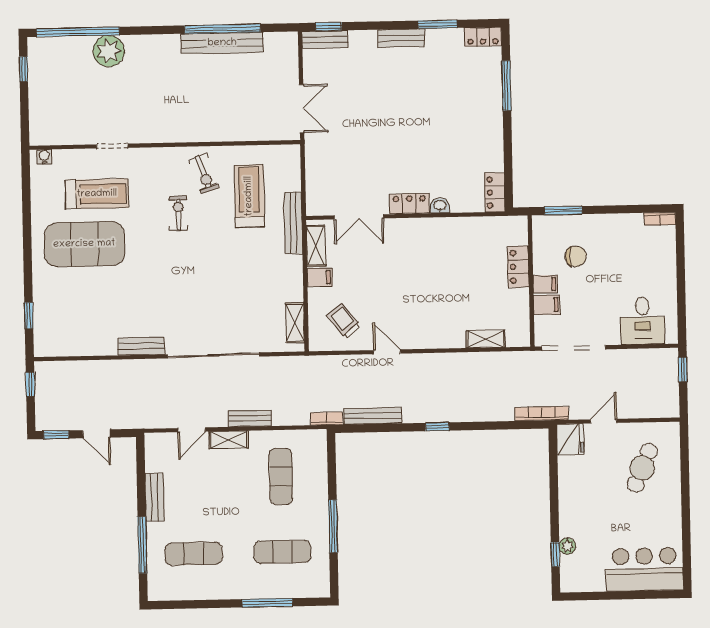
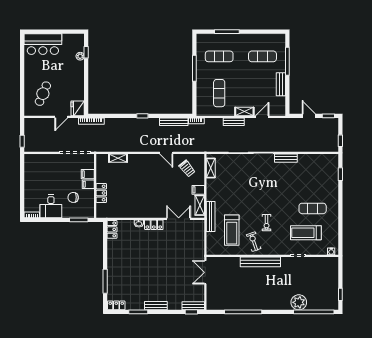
bench: (222, 43) -> (260, 262), moved
exercise mat: (84, 244) -> (313, 208), width x0.50, depth x0.69
desk: (643, 321) -> (51, 206), moved, turned 180

